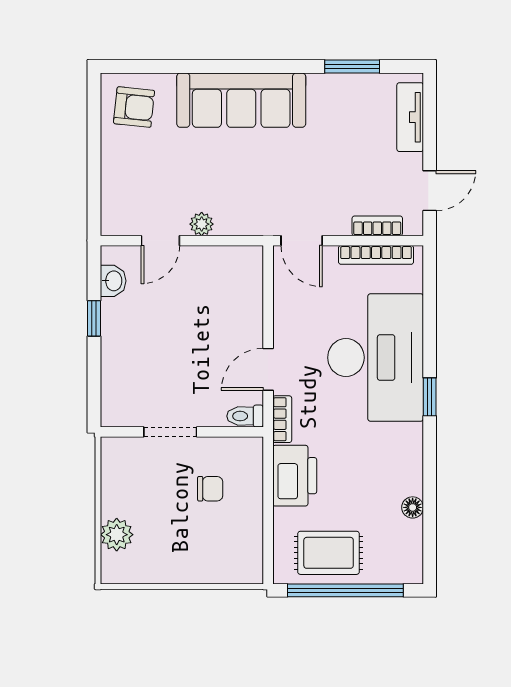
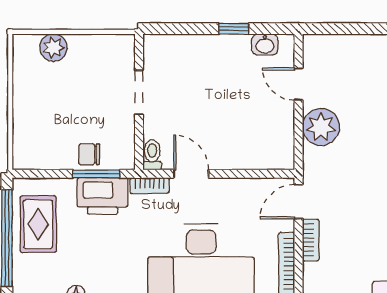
plant: (202, 224) -> (321, 127), width x1.88, depth x1.88
bookcase: (377, 226) -> (311, 240), moved
window: (268, 483) -> (96, 174), added
chair: (210, 489) -> (89, 154), moved, turned 90

